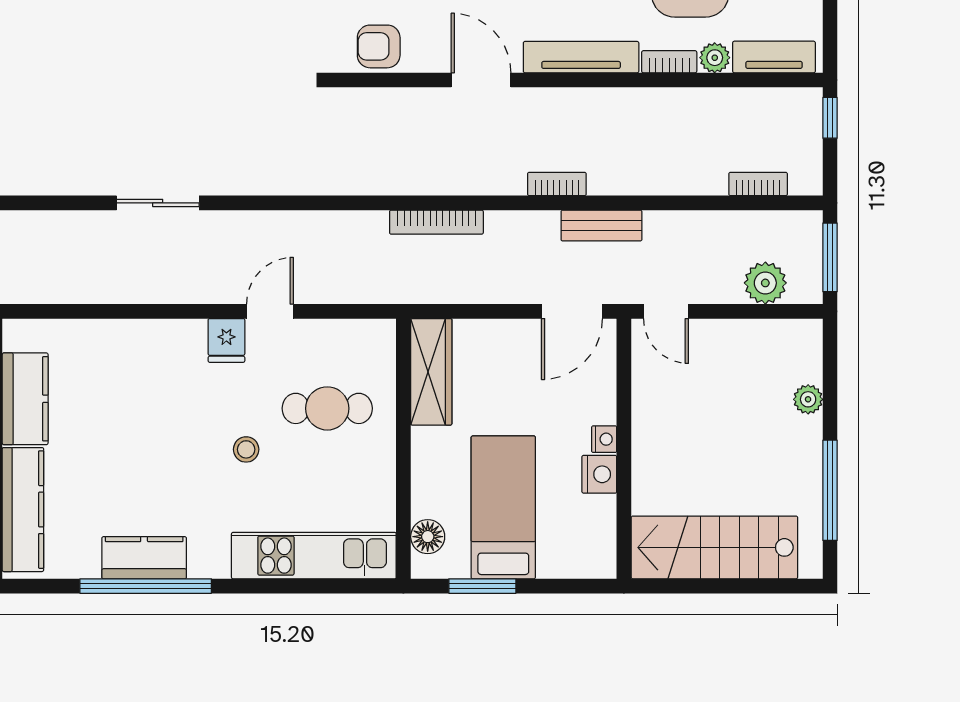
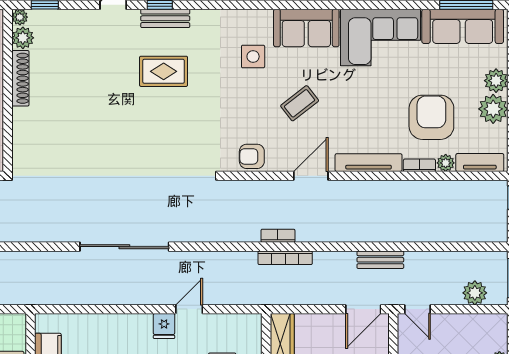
door: (481, 80) -> (311, 176), hinge flipped
bookcase: (557, 184) -> (278, 236), moved
bookcase: (758, 184) -> (471, 236), removed
sliding door: (158, 203) -> (124, 247), width x1.86

